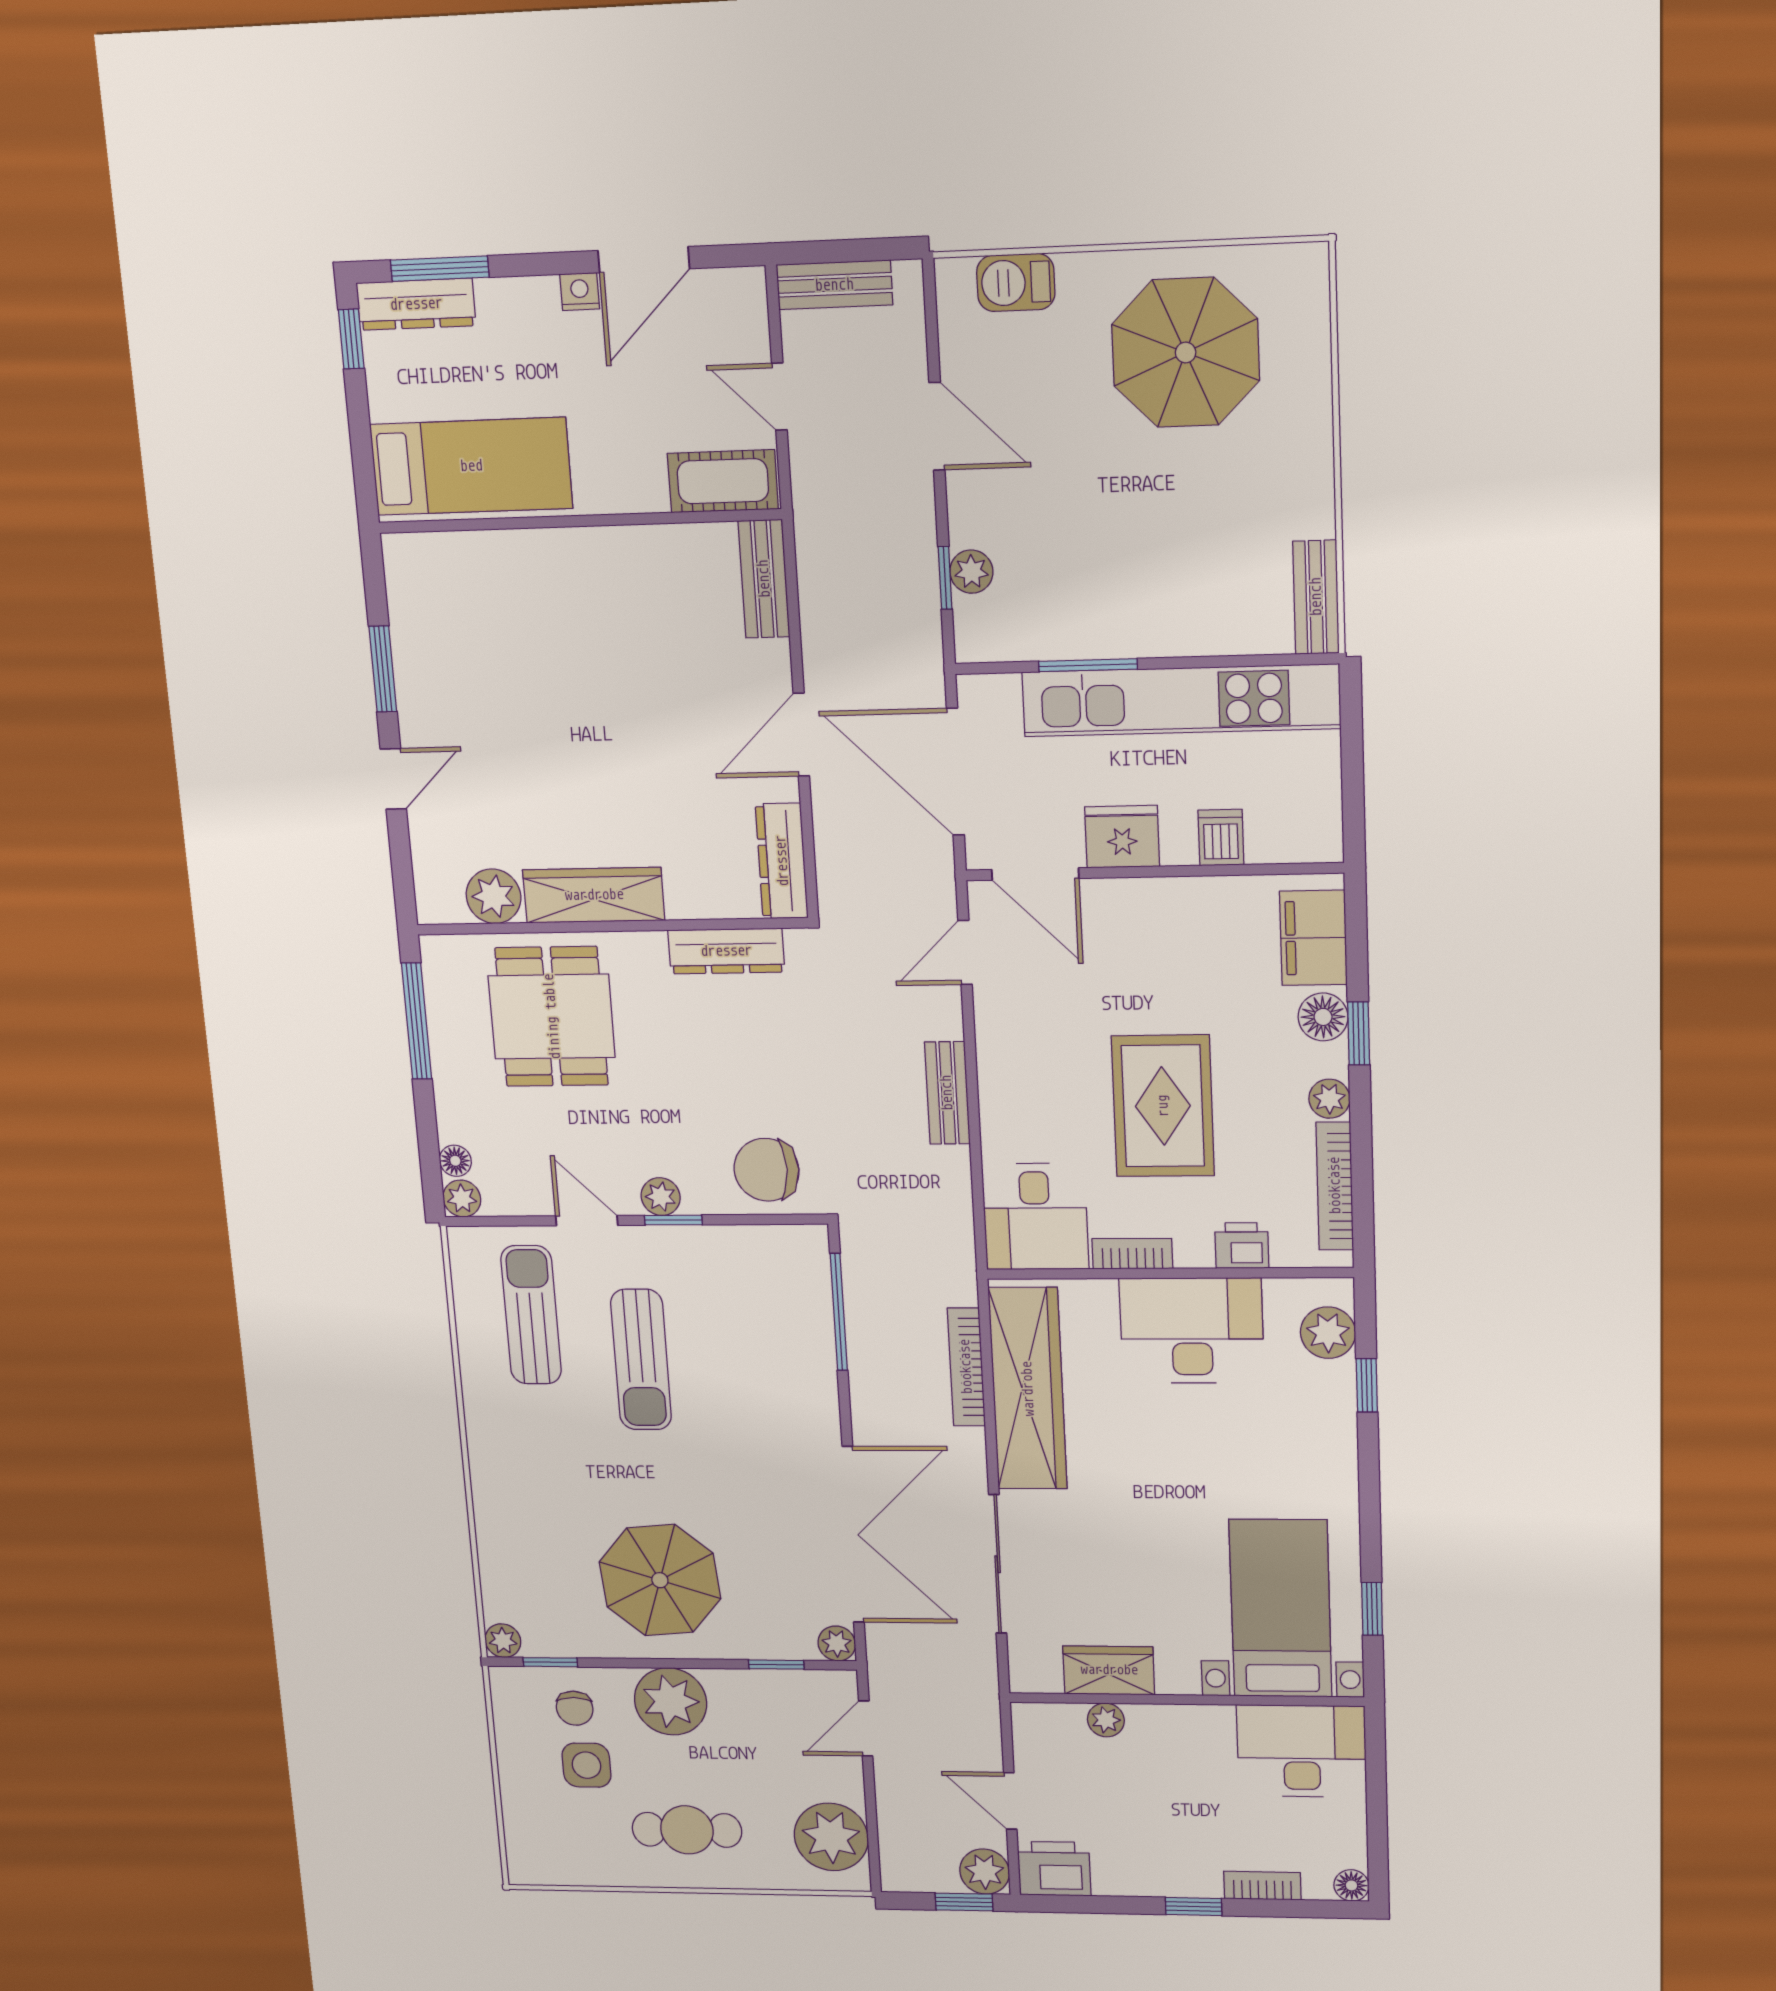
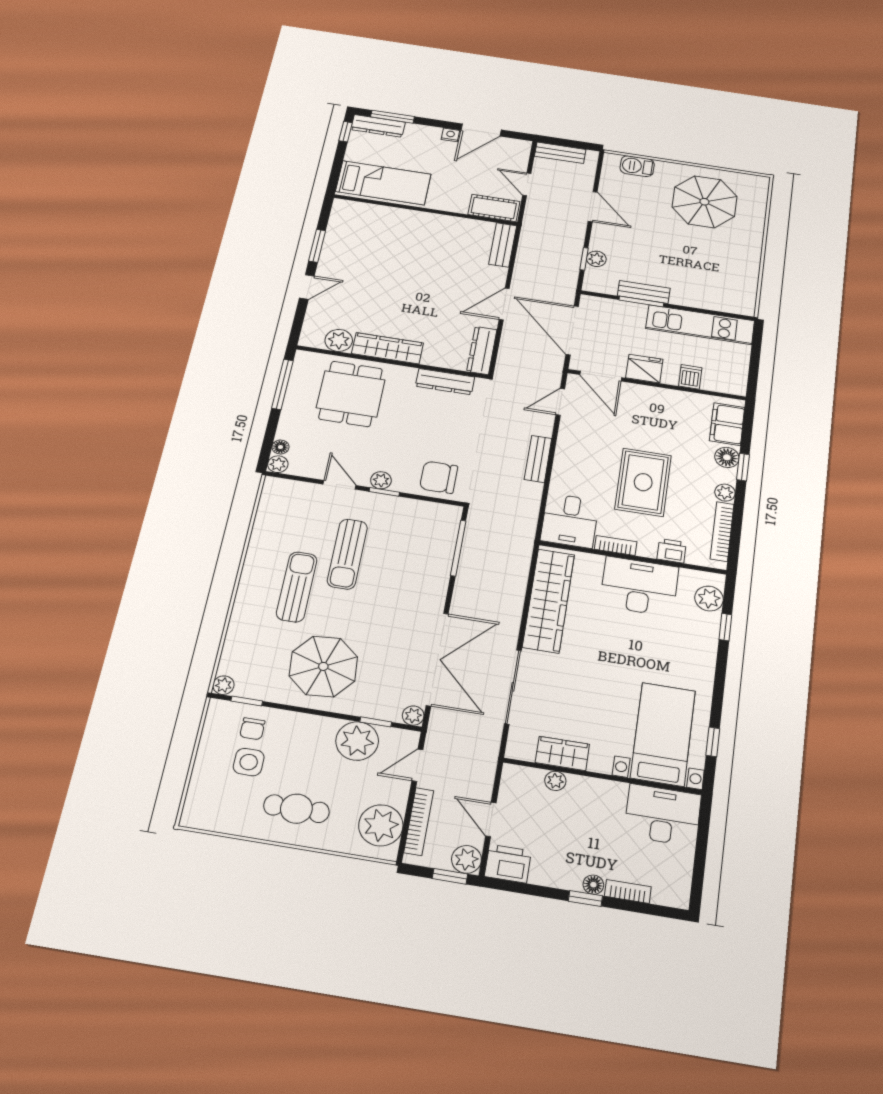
bench: (1316, 597) -> (644, 292), moved, turned 90
kitchen unit: (1181, 700) -> (700, 325), width x0.73
sun lounger: (531, 1315) -> (297, 587), moved
bookcase: (966, 1367) -> (419, 822), moved, turned 180
plant: (671, 1701) -> (357, 741), moved
floor lamp: (1351, 1885) -> (593, 885), moved

